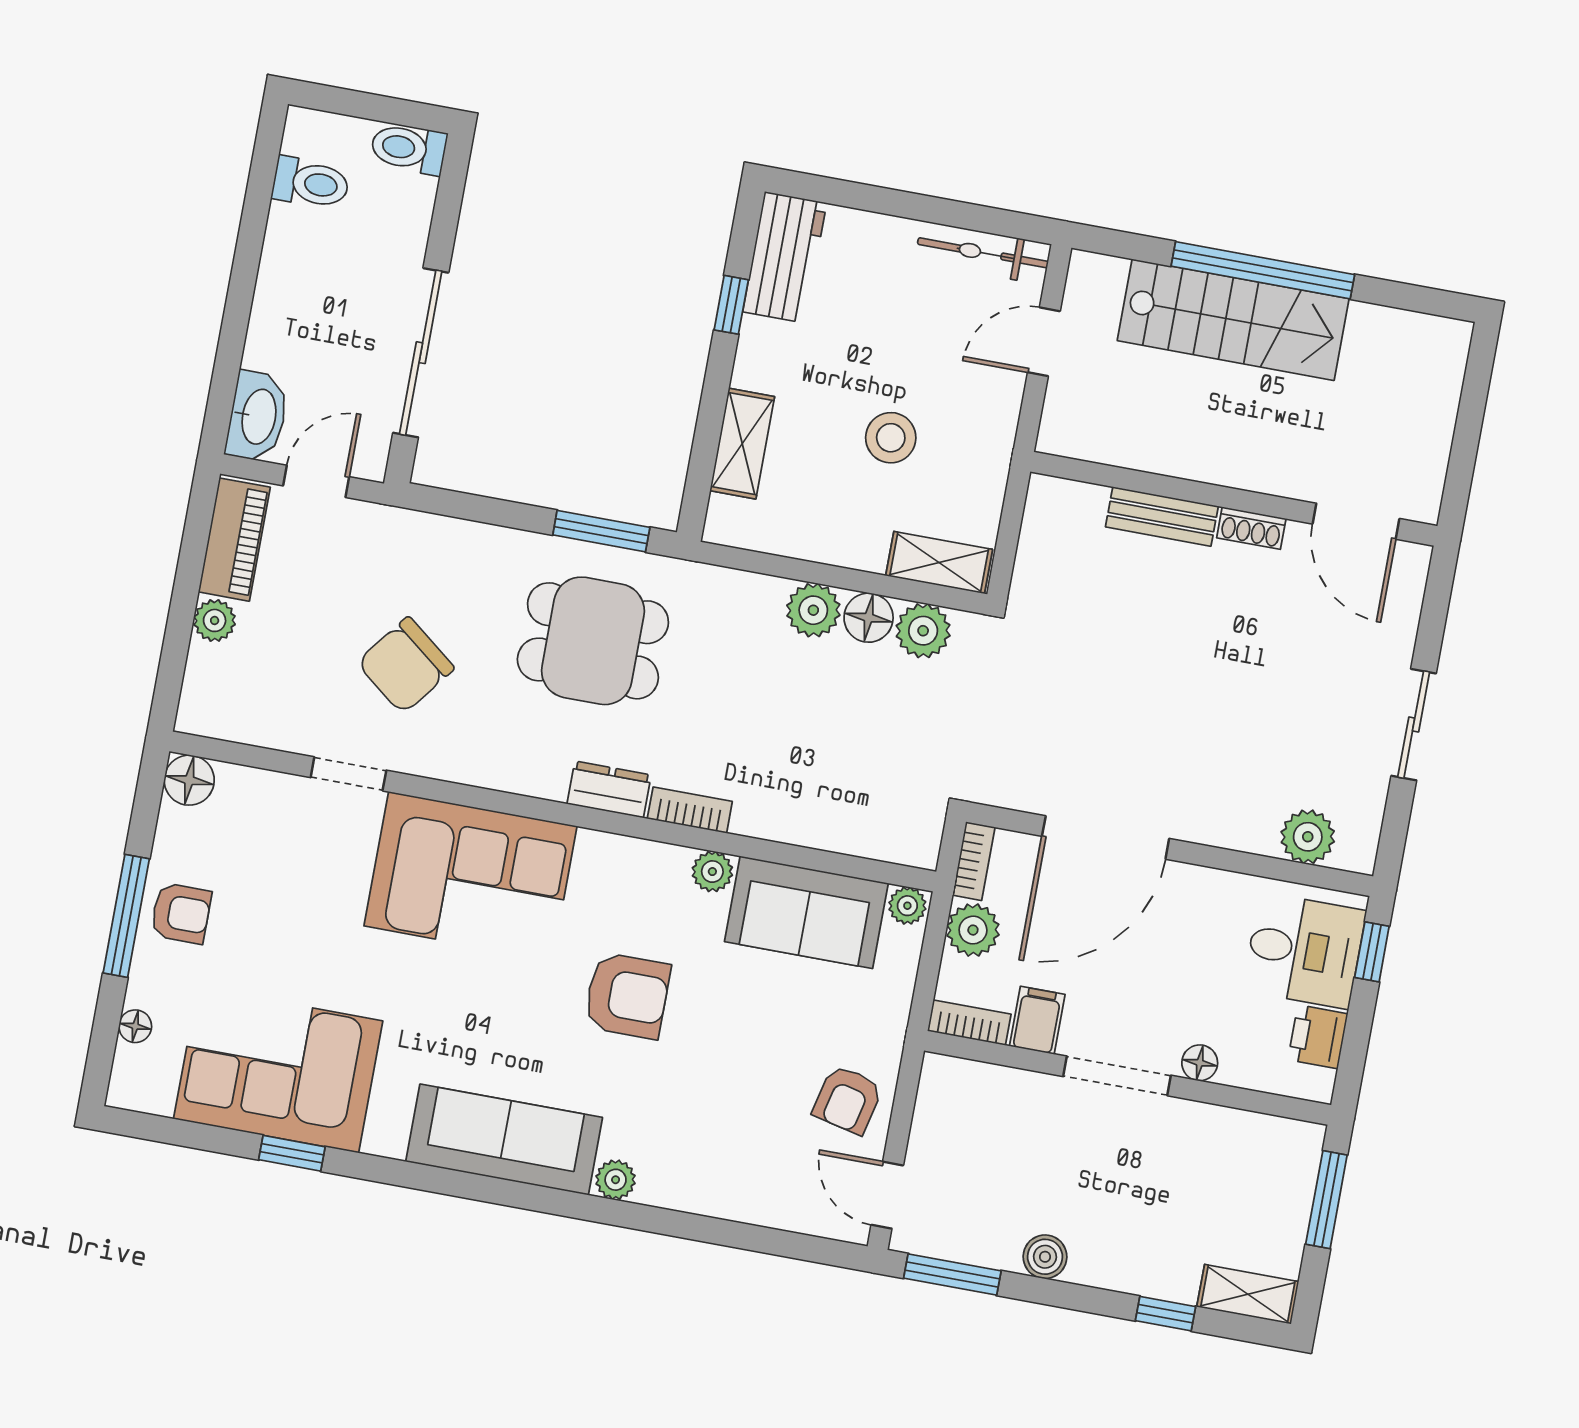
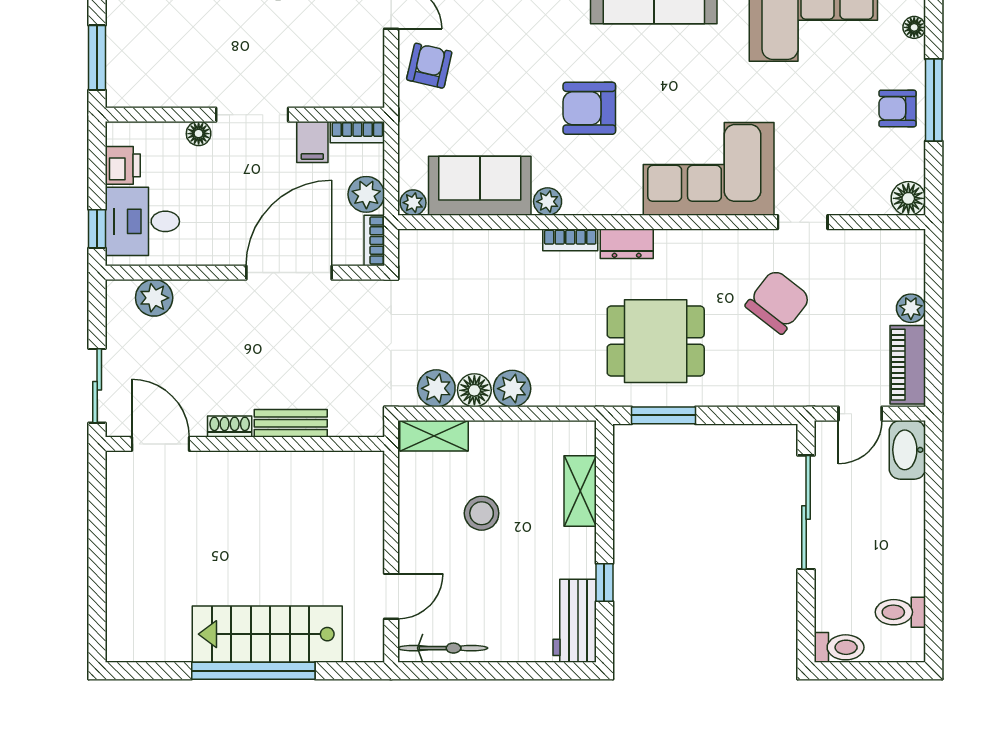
wall: (1234, 499) -> (245, 444), moved
bench: (1162, 516) -> (291, 423), moved
door: (1356, 521) -> (161, 444), moved
shoe rack: (1251, 528) -> (230, 426), moved

